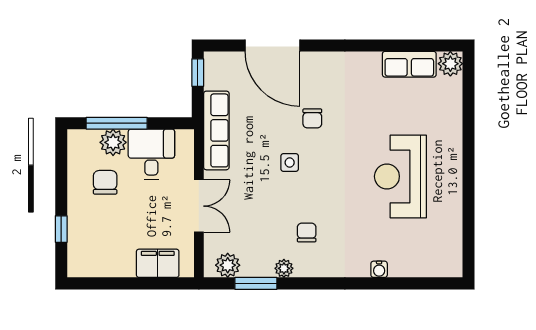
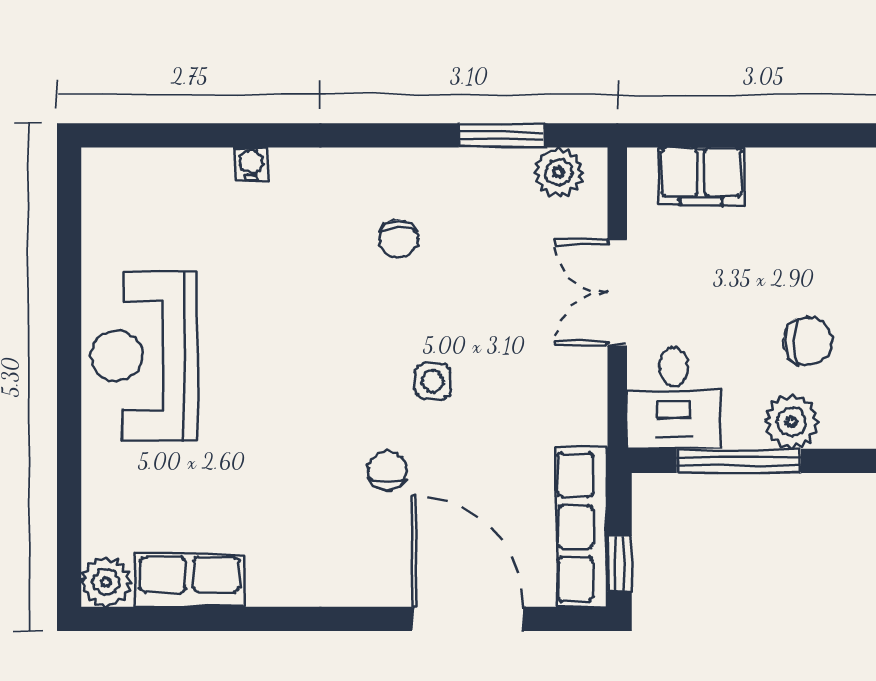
window: (117, 123) -> (739, 461), moved
row of seats: (216, 130) -> (582, 527), moved
desk: (151, 154) -> (674, 398), moved
reception desk: (400, 176) -> (144, 356), moved, turned 180
chair: (105, 182) -> (808, 341), turned -90
plant: (284, 268) -> (444, 166), removed

